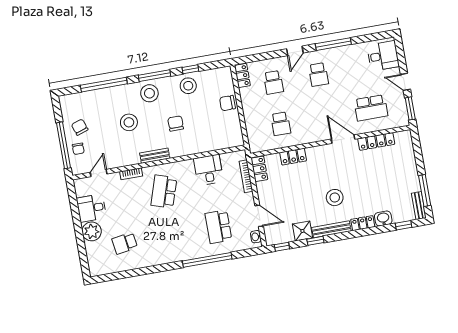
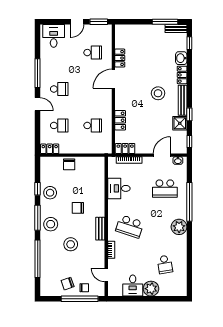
school desk: (371, 108) -> (93, 53), width x0.54
locker: (376, 141) -> (120, 58), width x0.66
plant: (174, 253) -> (179, 227), added

